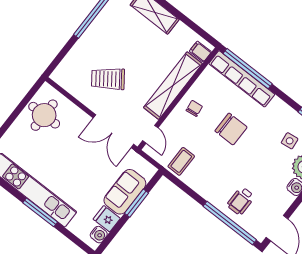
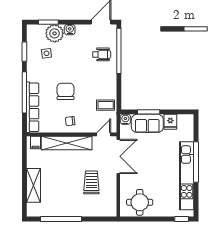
window: (248, 69) -> (24, 92), moved
trolley: (108, 79) -> (91, 182), turned -144
window: (40, 212) -> (196, 162), width x1.46
water cooler: (99, 235) -> (125, 119), moved

